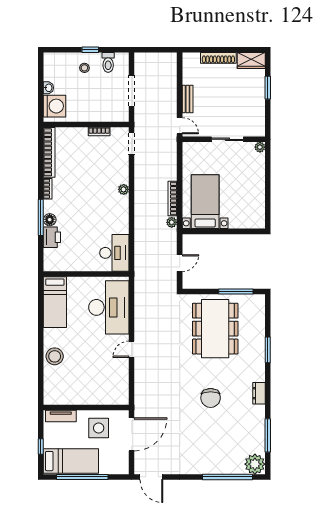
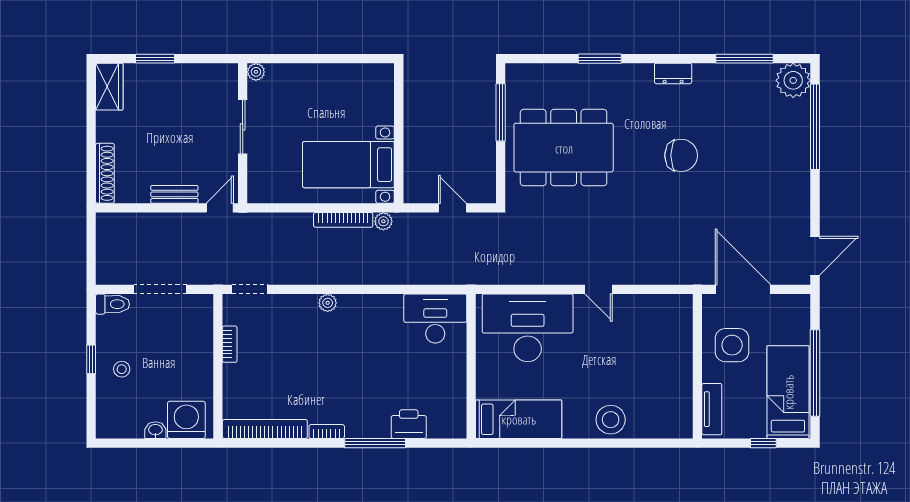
shoe rack: (218, 58) -> (105, 173), moved
toilet: (108, 62) -> (113, 304), moved
floor lamp: (50, 220) -> (379, 428), removed

